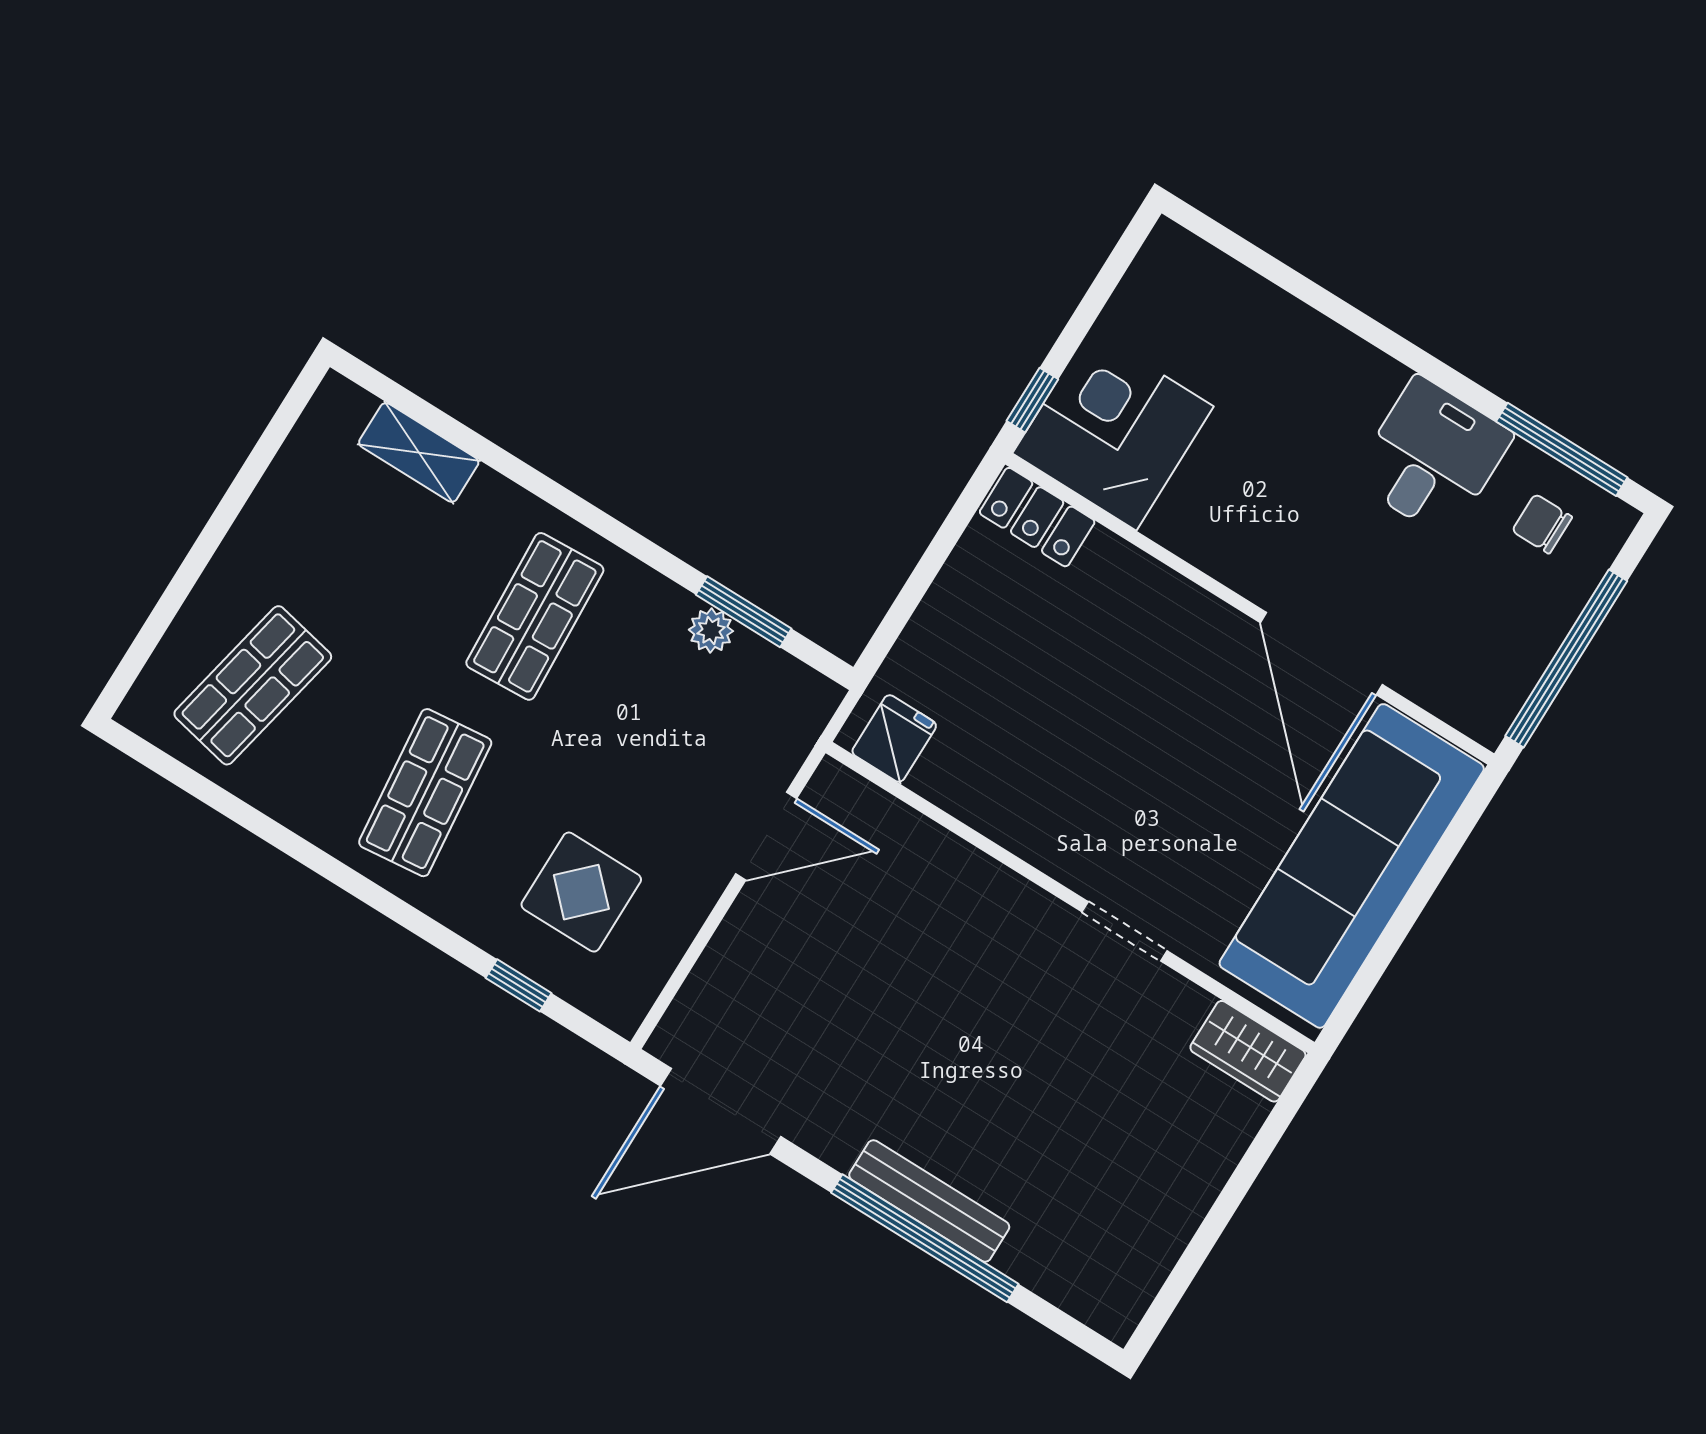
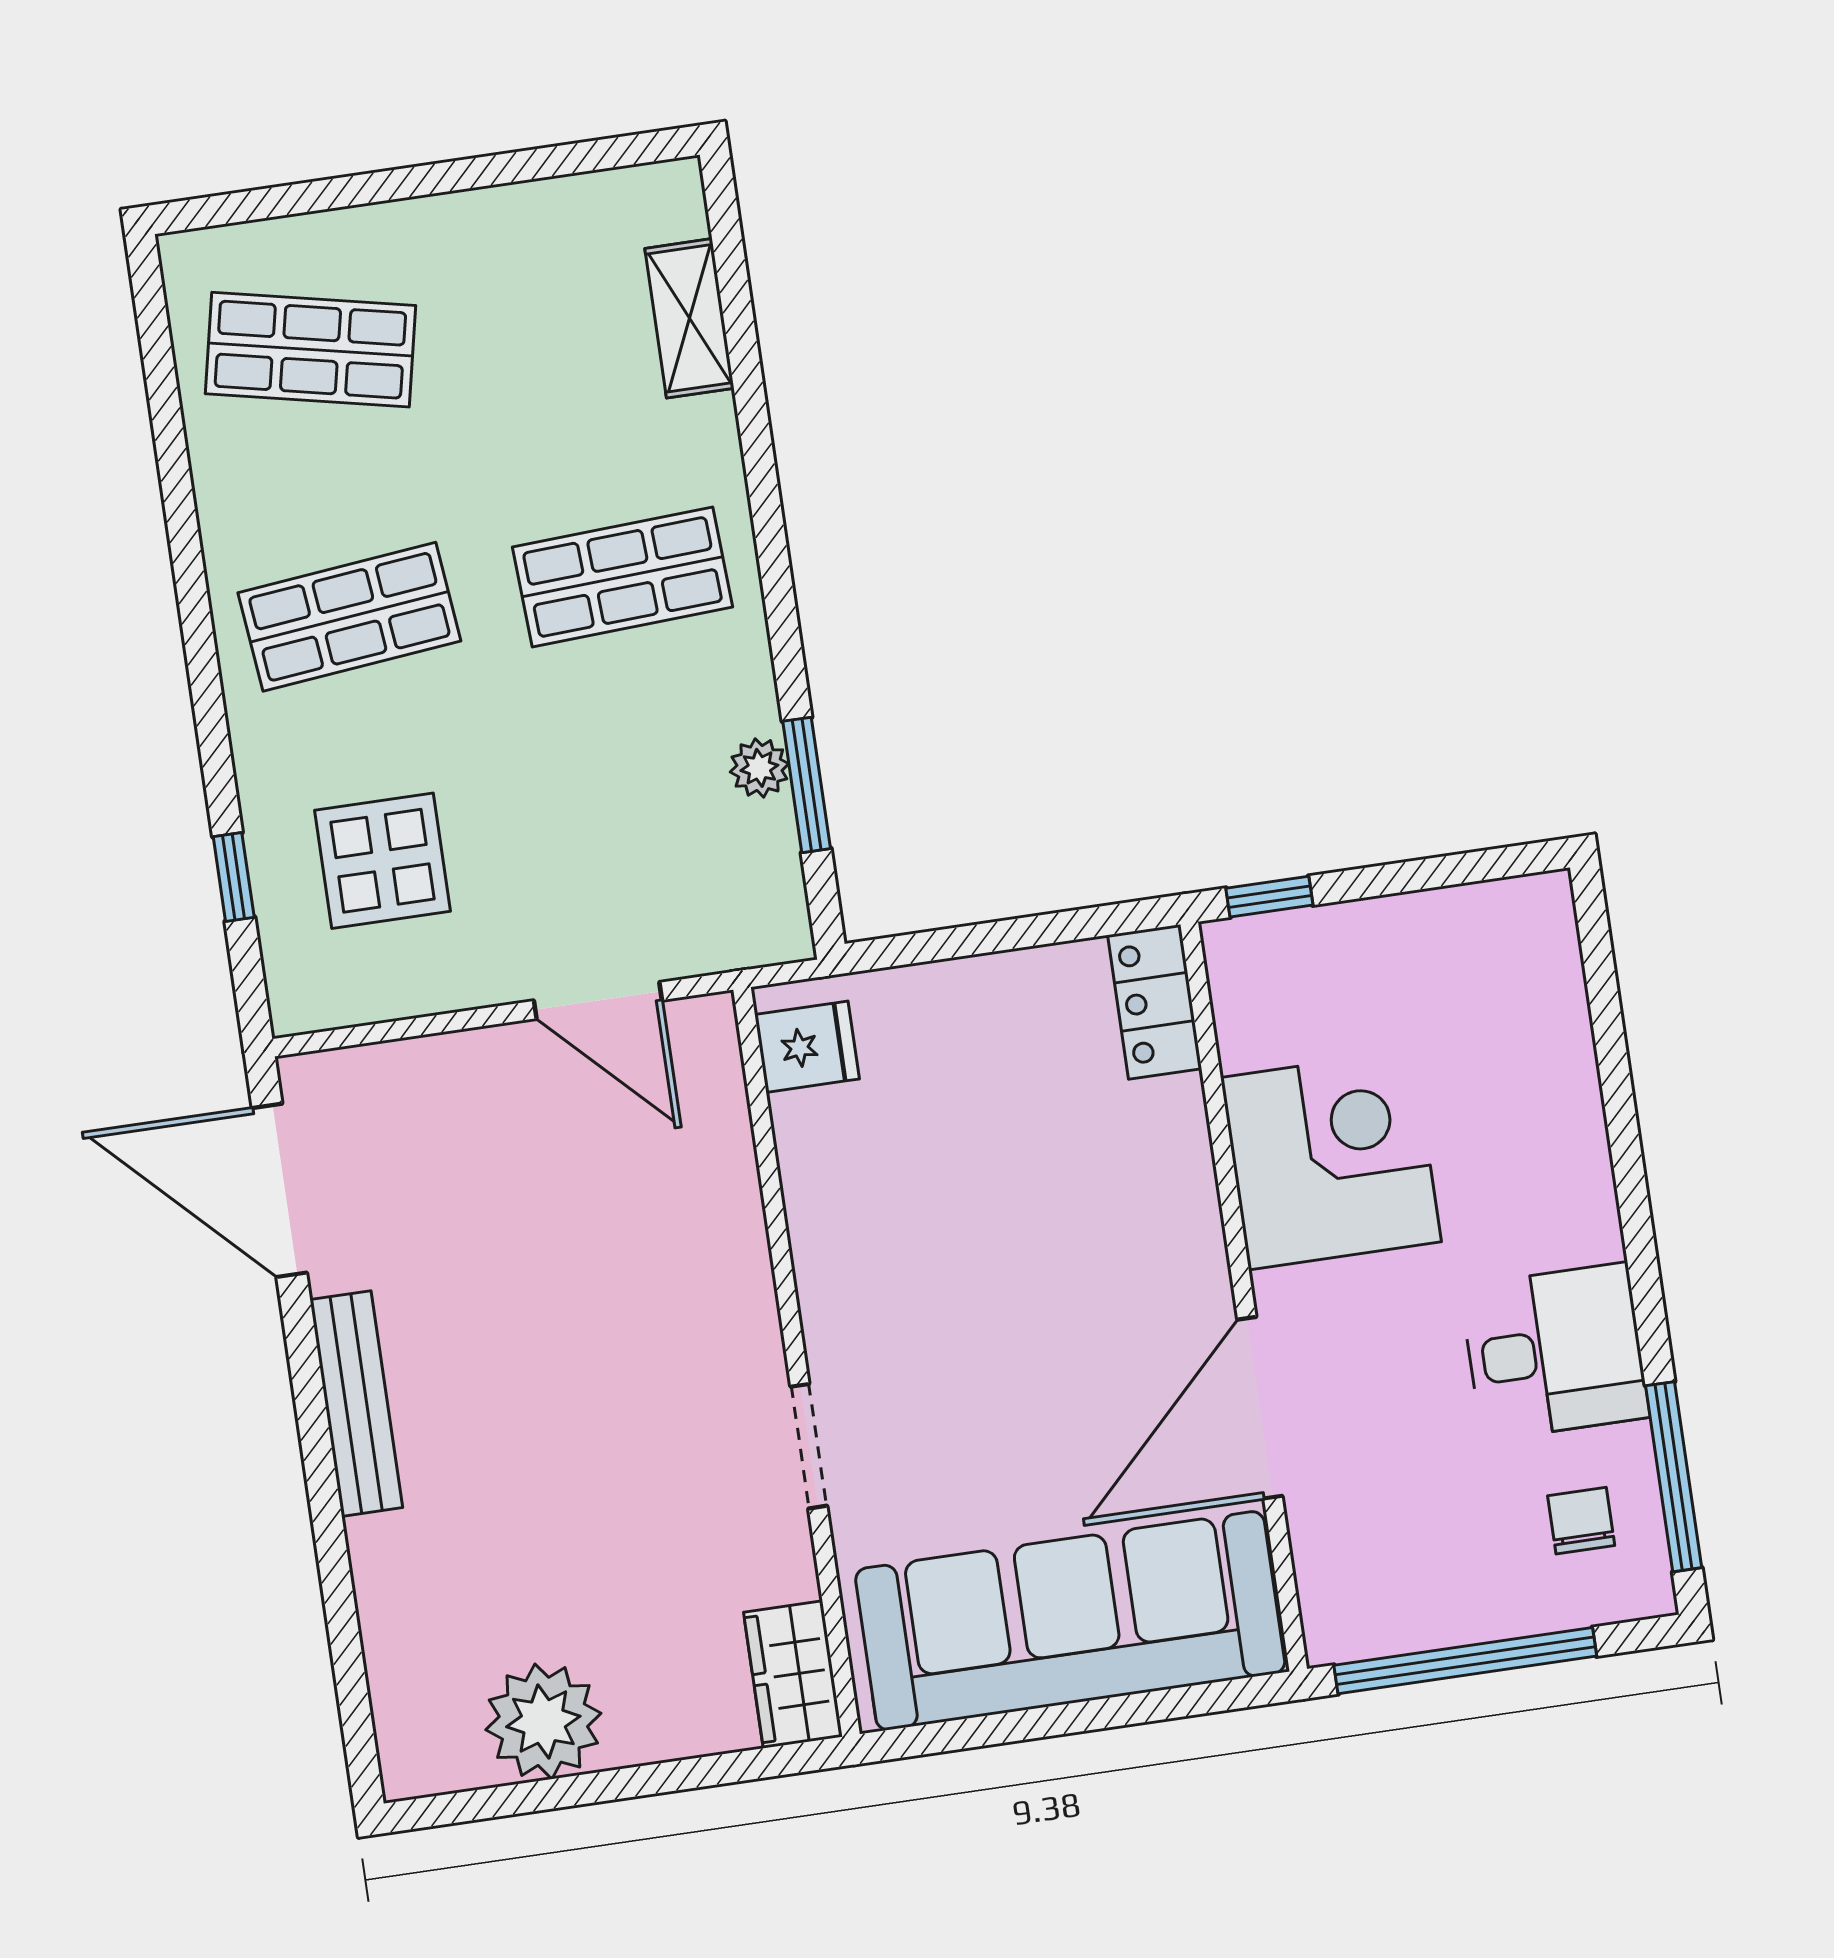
corner desk: (1113, 430) -> (1331, 1160), moved
bench: (929, 1201) -> (356, 1404), moved
plant: (1154, 1217) -> (543, 1721), added
window: (925, 1238) -> (326, 1507), removed

